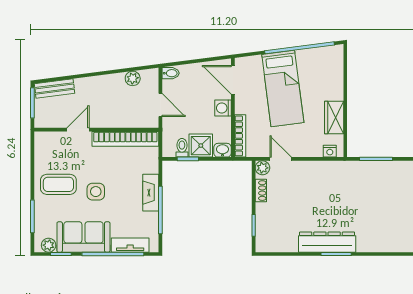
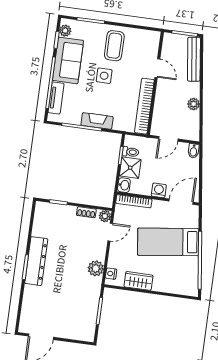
plant: (133, 78) -> (194, 104), moved
bench: (55, 88) -> (194, 59), width x1.36
plant: (326, 170) -> (96, 268), added

